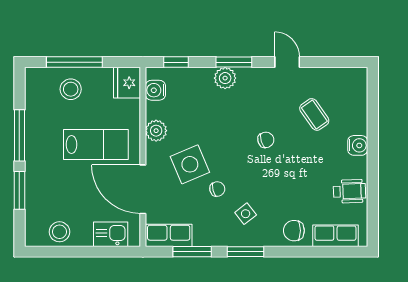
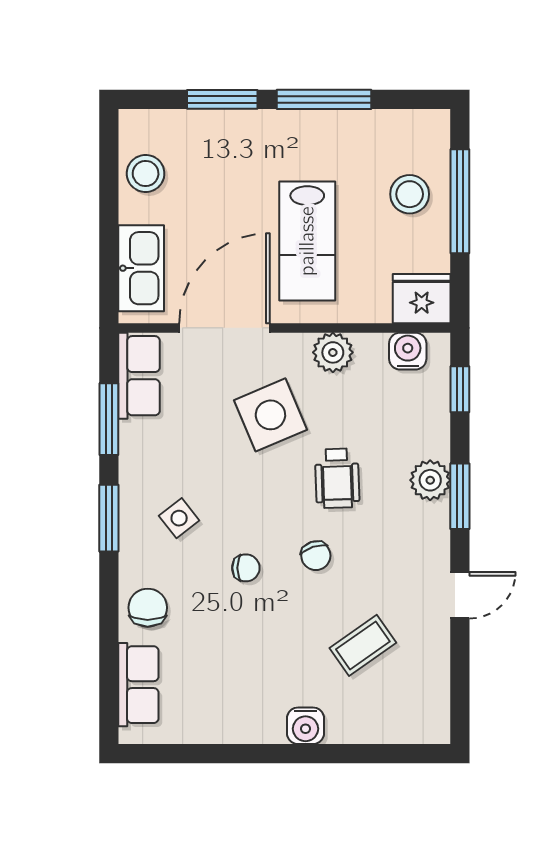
chair: (217, 189) -> (246, 568), moved, turned -75
wheelchair: (350, 191) -> (337, 478), moved
kitchen sink: (111, 234) -> (141, 268), width x1.38

